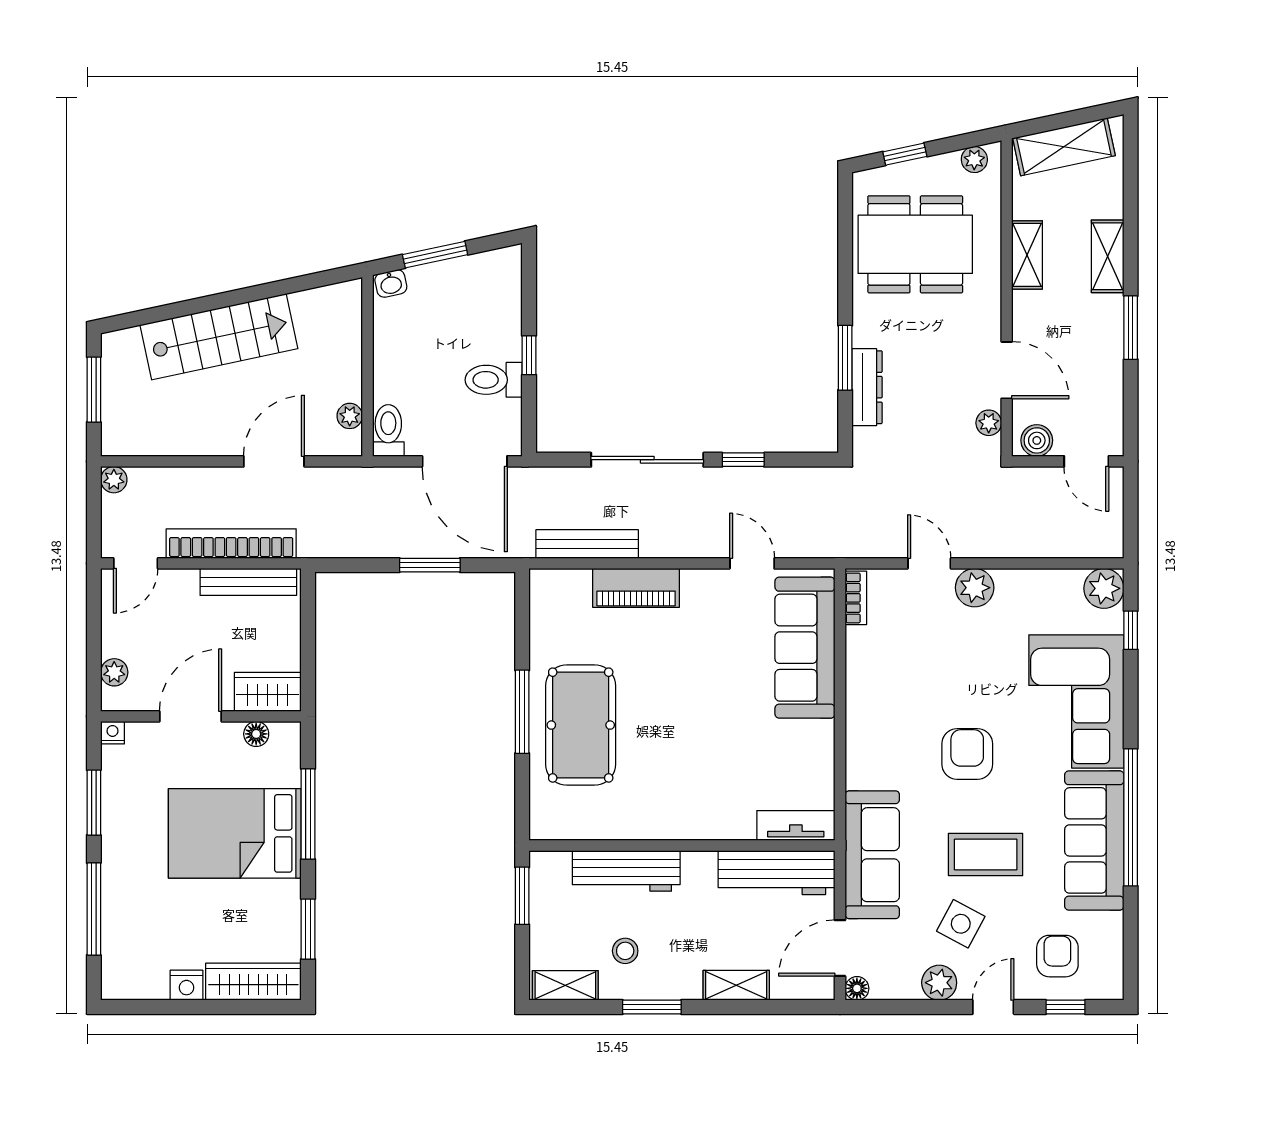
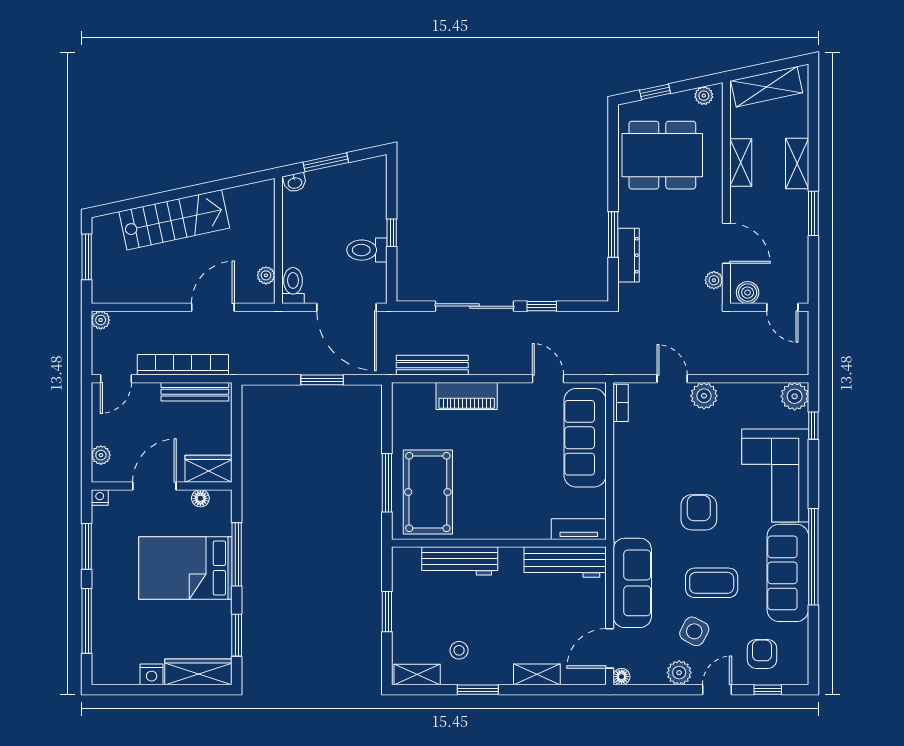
tv unit: (796, 826) -> (579, 529), moved
wall: (682, 846) -> (499, 543), moved
workbench: (626, 871) -> (460, 561), moved
workbench: (777, 873) -> (565, 562), moved

